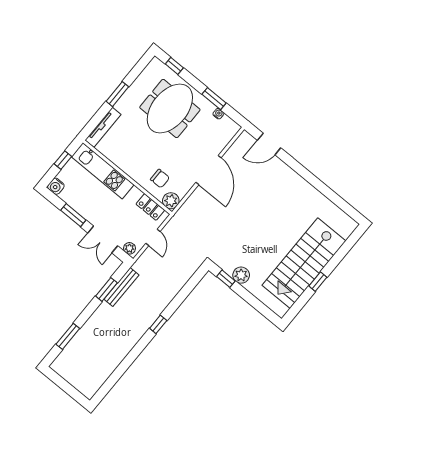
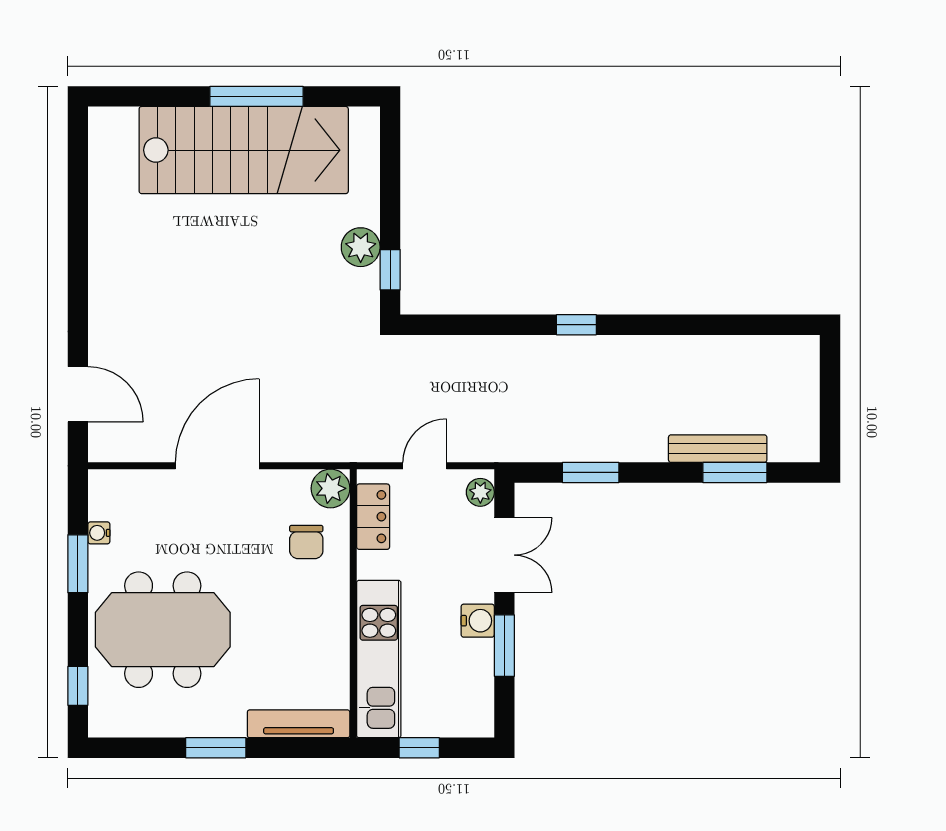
chair: (160, 179) -> (306, 542), turned 180
water cooler: (56, 186) -> (478, 621), moved
window: (318, 282) -> (257, 96), width x2.17
bench: (121, 287) -> (718, 449), moved

